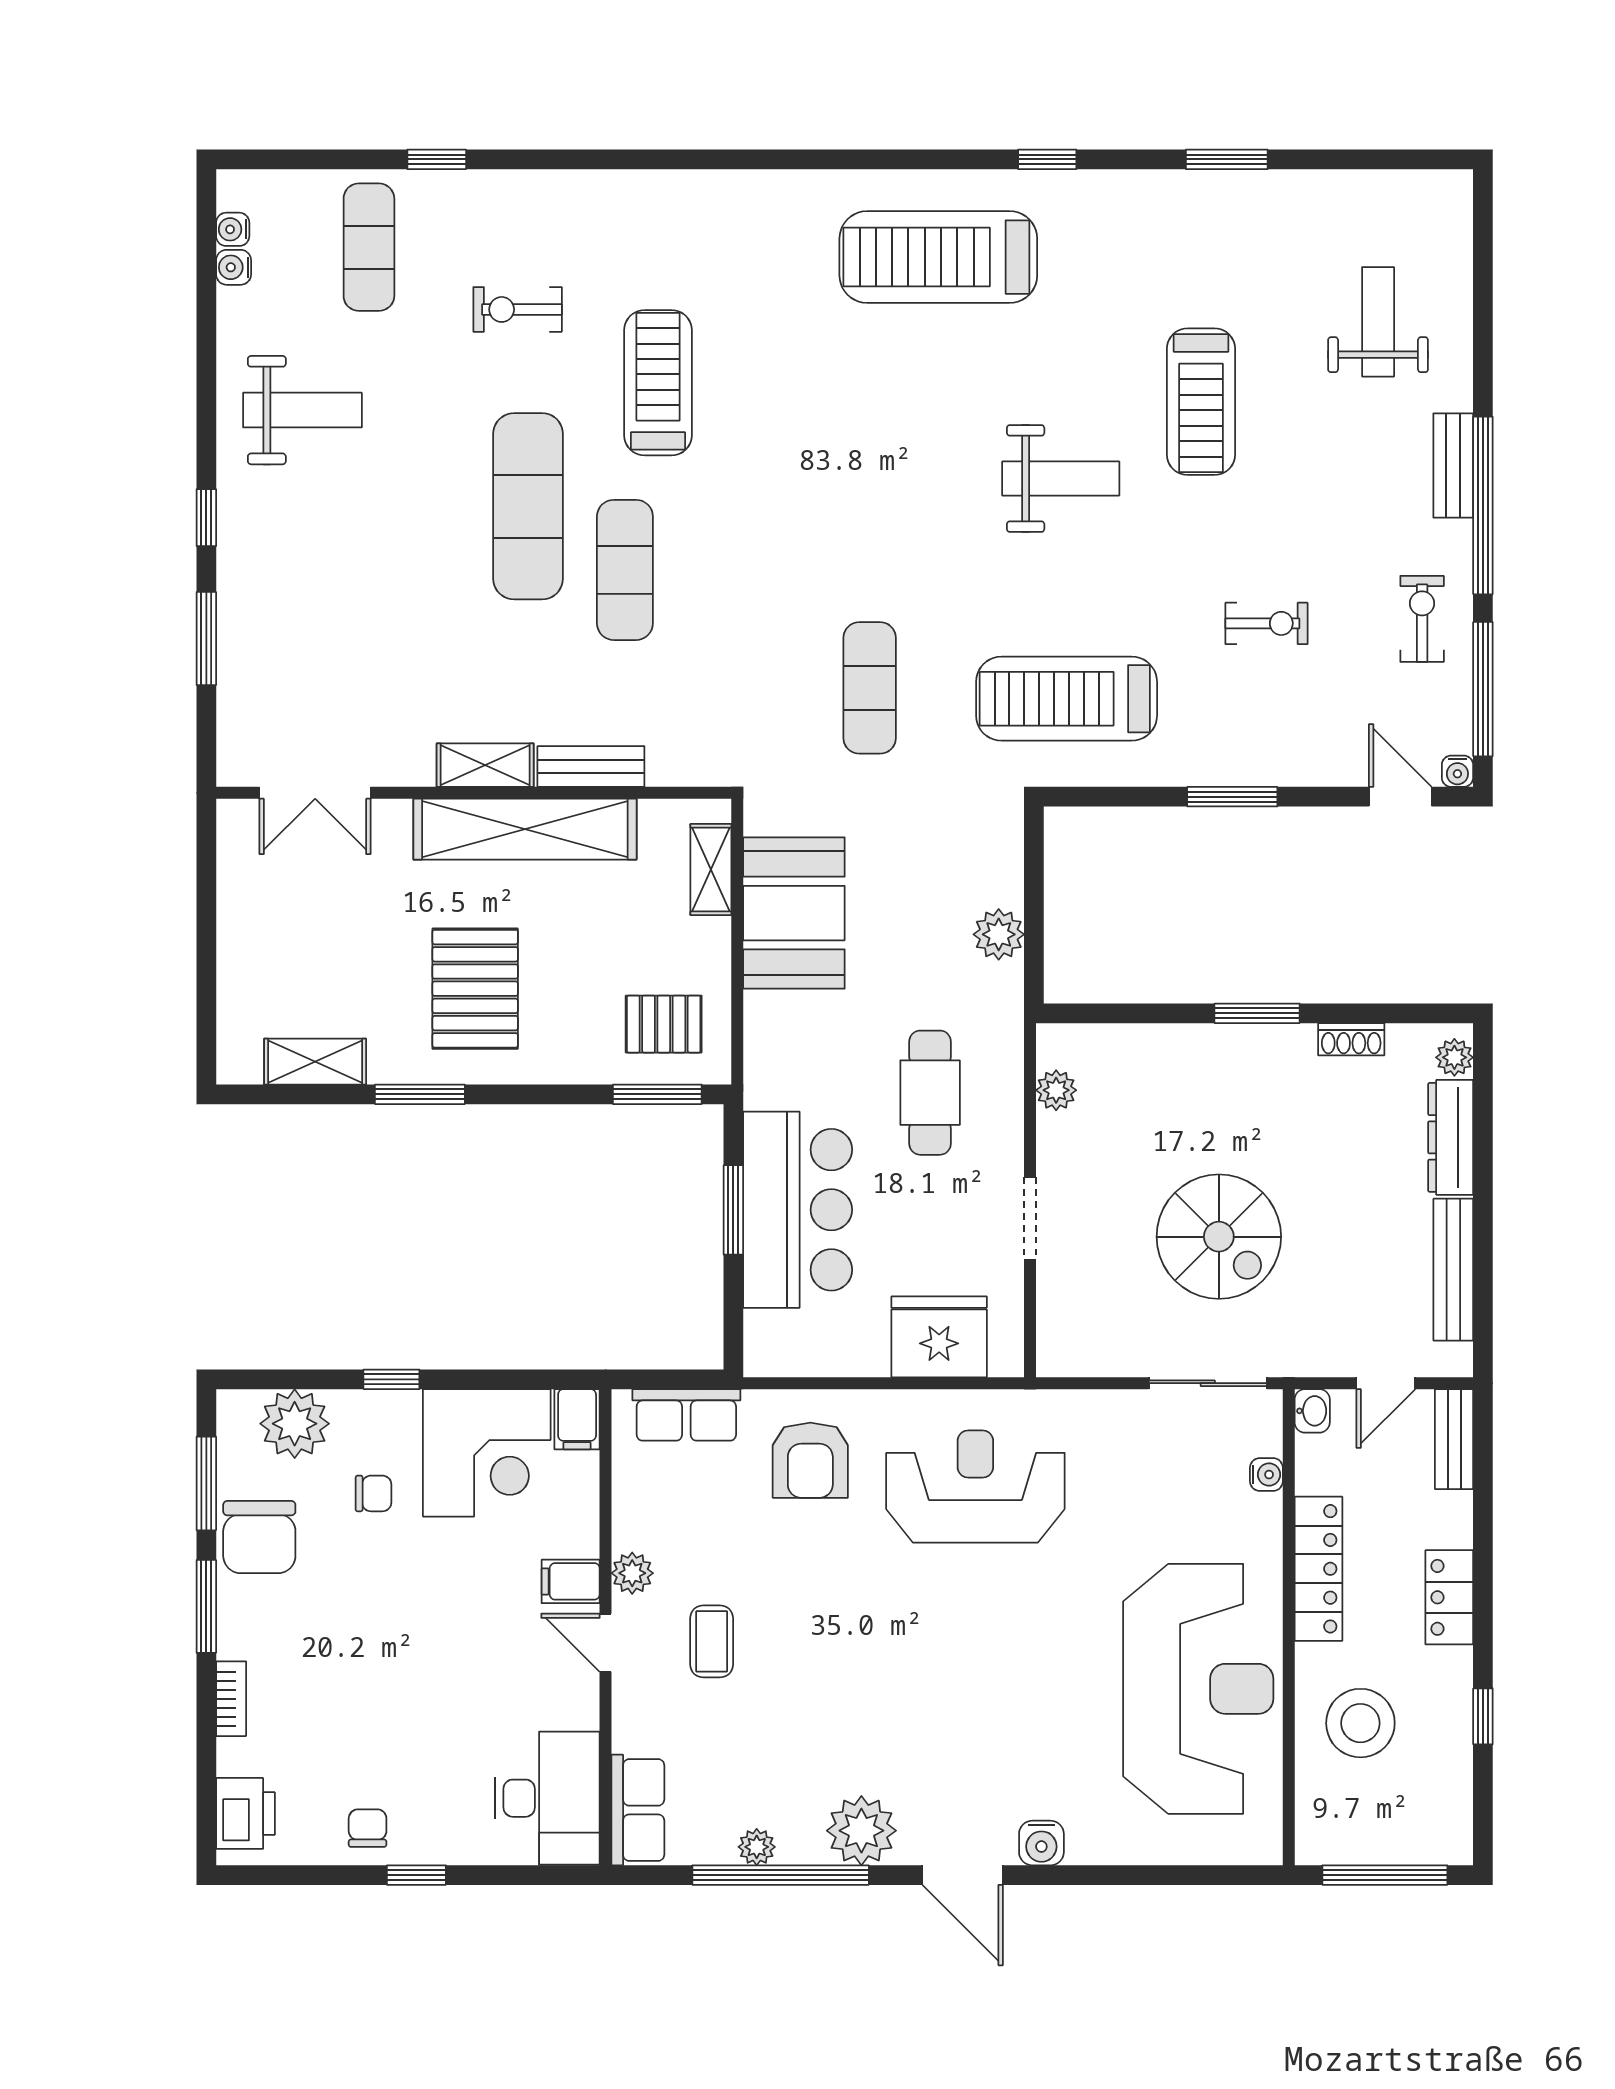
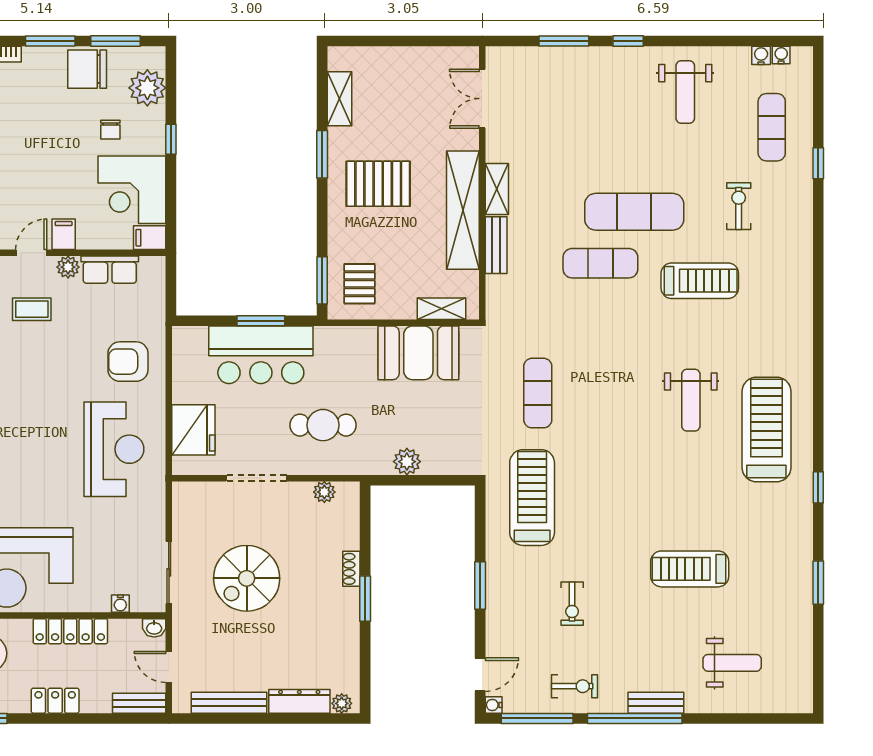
exercise mat: (369, 247) -> (772, 127), turned 90
weight bench: (1061, 478) -> (691, 400), moved
exercise mat: (870, 688) -> (538, 393), turned 90
shoe rack: (1351, 1039) -> (351, 569), moved
doorway: (1030, 1219) -> (256, 478), width x1.38
row of seats: (686, 1415) -> (110, 270), moved, turned -90

